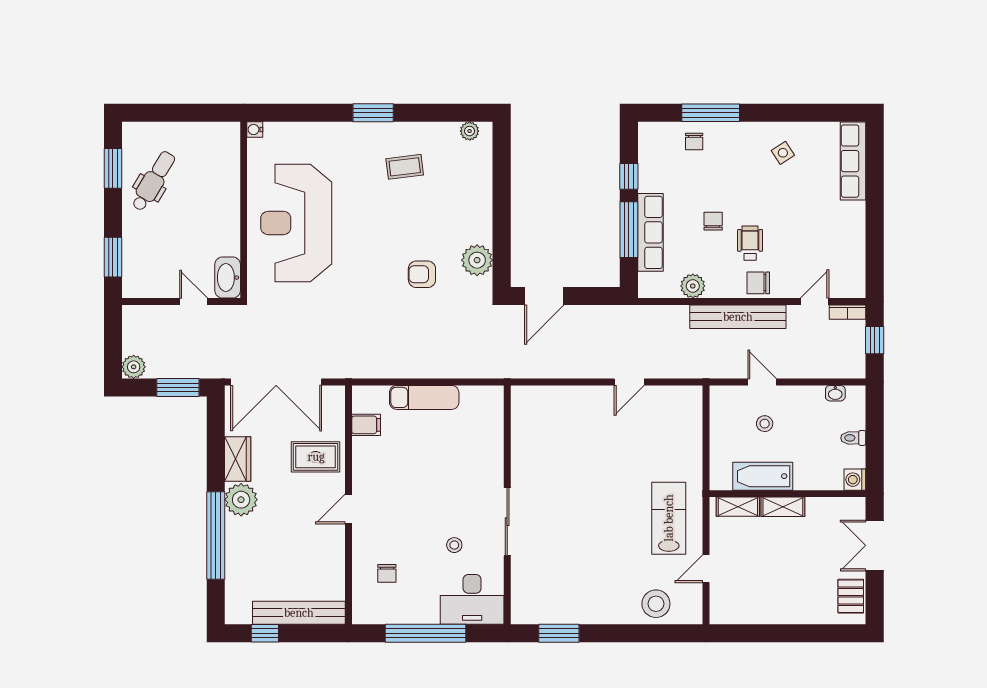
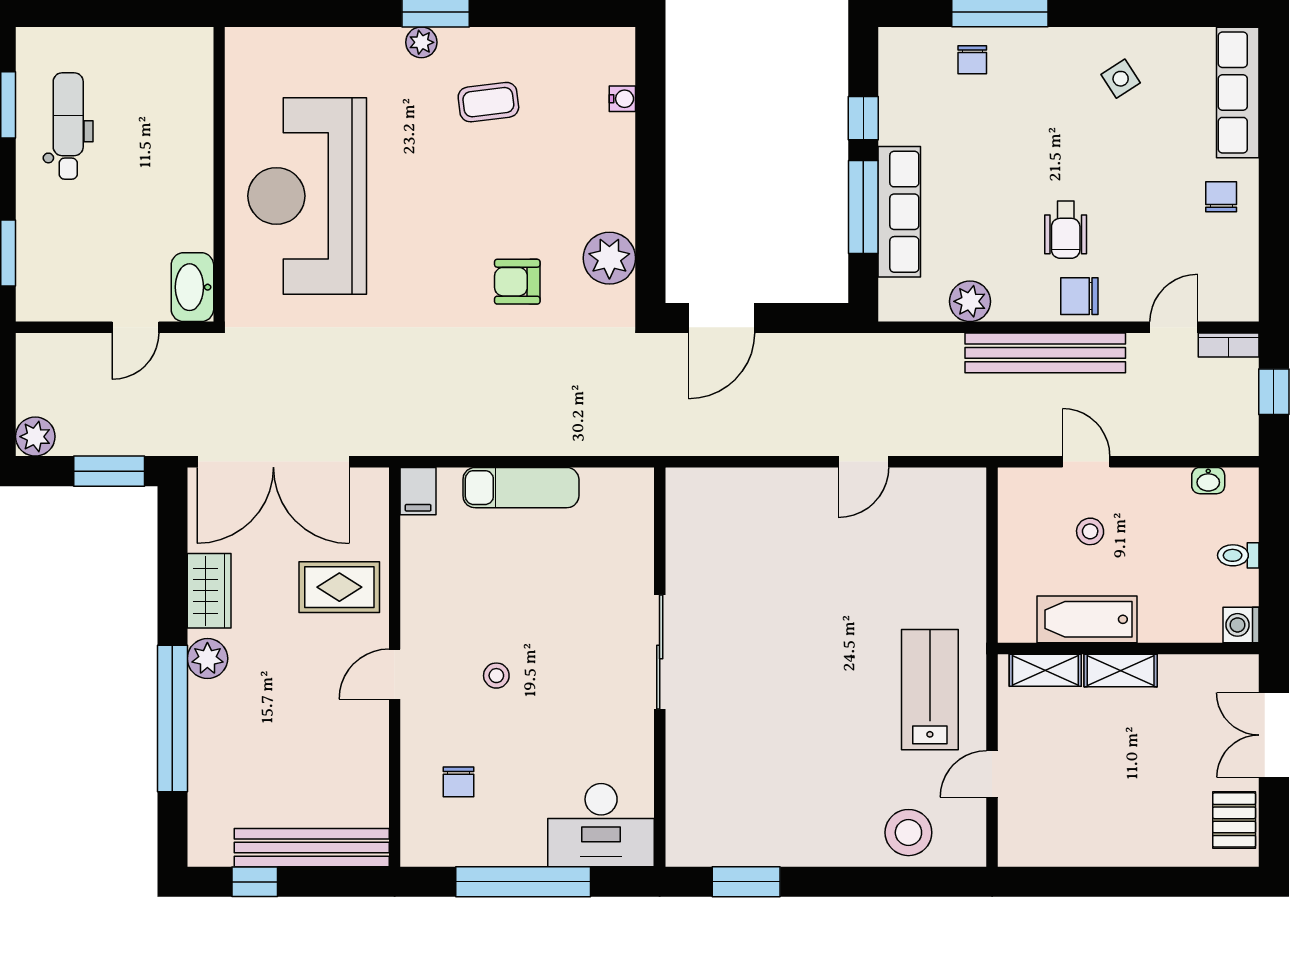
water cooler: (255, 130) -> (622, 99), moved, turned 180
plant: (470, 131) -> (421, 42), moved
dental chair: (153, 181) -> (68, 126), turned -31
chair: (713, 221) -> (1221, 197), moved
wheelchair: (750, 243) -> (1066, 230), turned 180
door: (194, 302) -> (136, 327), swing flipped
filing cabinet: (366, 425) -> (418, 491), moved, turned 90
plant: (241, 500) -> (207, 659), width x0.73, depth x0.73
sliding door: (507, 522) -> (660, 652), moved
stool: (454, 545) -> (496, 676), moved

